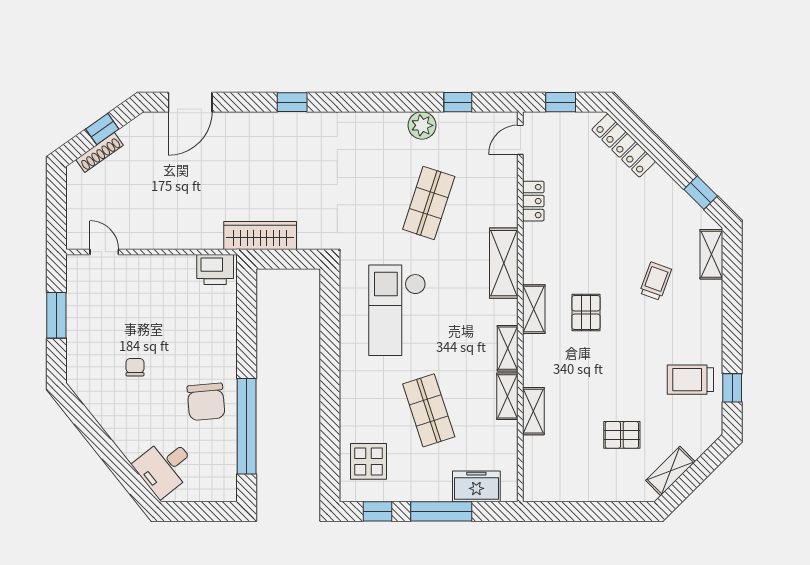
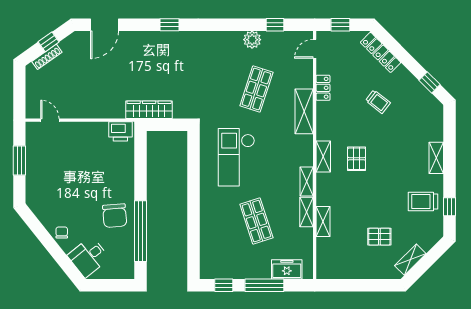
shelving: (711, 254) -> (436, 158), moved
shelving: (504, 263) -> (304, 111), moved
trolley: (655, 281) -> (378, 102), moved, turned 108
chair: (135, 367) -> (62, 232), moved
display table: (368, 461) -> (218, 254), removed

